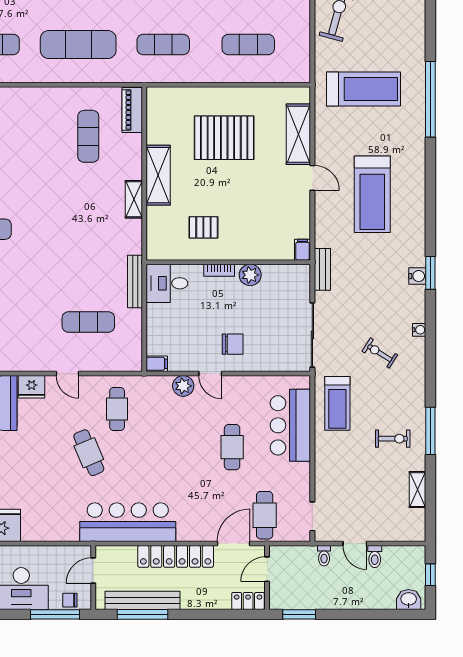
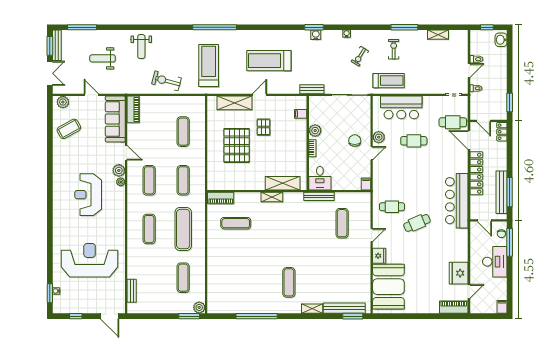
shelving: (158, 175) -> (283, 183), moved
treadmill: (372, 194) -> (269, 61), turned 180
pallet: (203, 227) -> (264, 127), moved
filing cabinet: (303, 250) -> (301, 114), moved
plant: (183, 386) -> (379, 137), moved
exercise bike: (393, 439) -> (394, 49), moved

